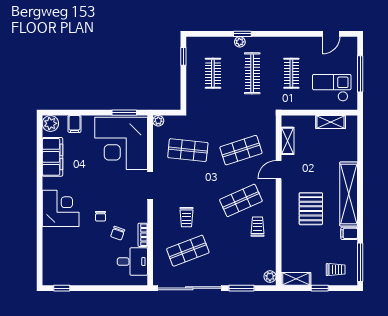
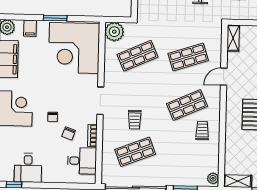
window: (124, 113) -> (55, 18), moved
plant: (158, 121) -> (114, 32), width x1.87, depth x1.87
shelving: (288, 141) -> (233, 38), moved
shop shelf: (188, 150) -> (137, 56), turned -30
doorway: (150, 186) -> (100, 101), moved
desk: (76, 270) -> (28, 168), added

